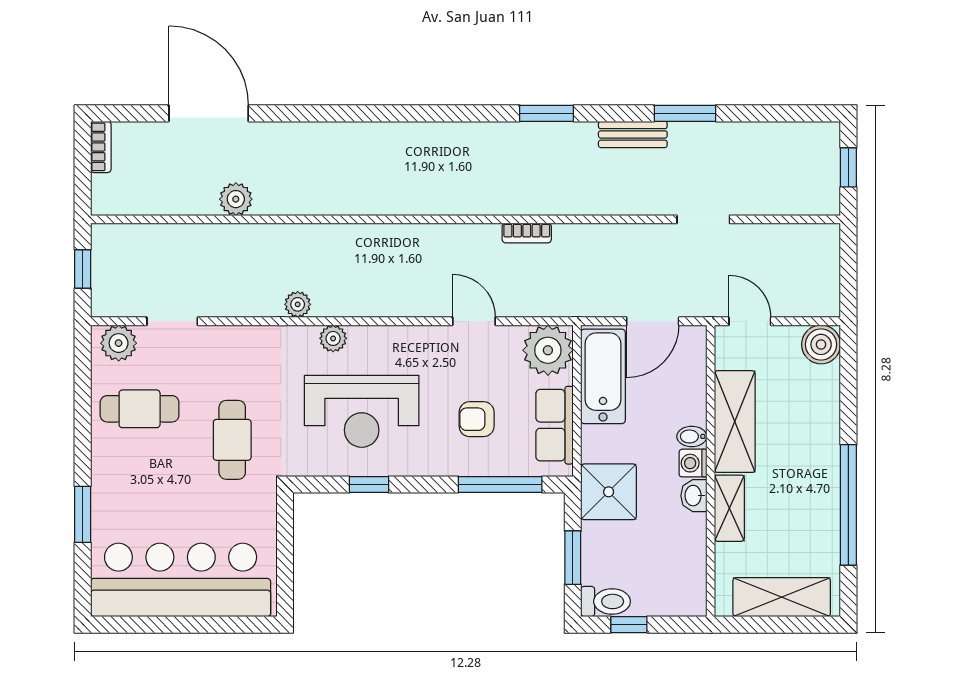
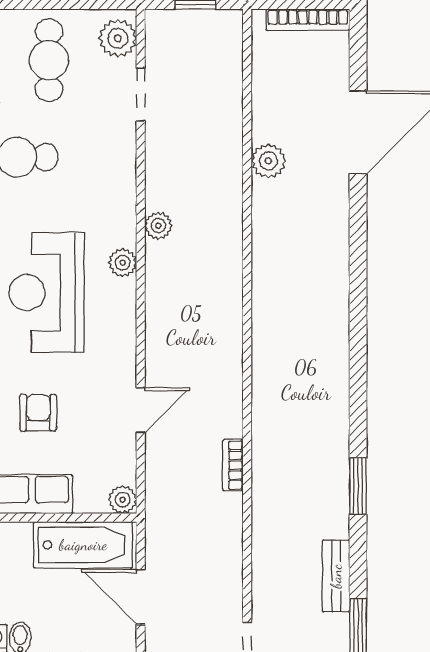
bookcase: (101, 147) -> (308, 20), width x1.56
plant: (548, 350) -> (123, 500), width x0.53, depth x0.53

